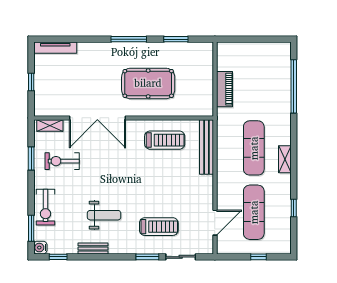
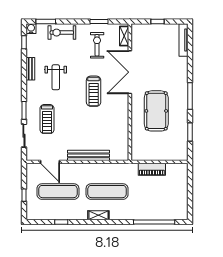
treadmill: (165, 140) -> (94, 91), moved
bench: (206, 147) -> (88, 155), moved

